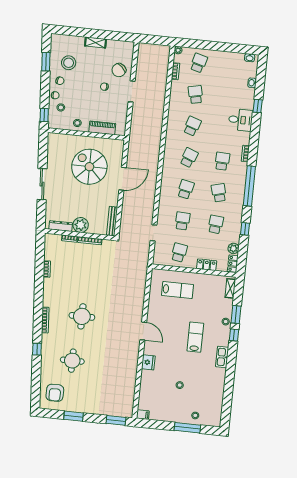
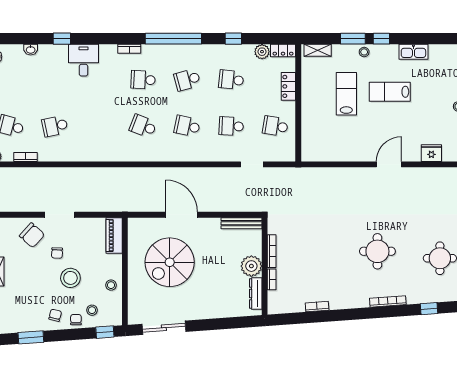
stool: (69, 63) -> (70, 278), moved
school desk: (192, 126) -> (99, 126), removed
piano: (102, 128) -> (114, 235), moved
sliding door: (42, 184) -> (164, 328), moved
lab bench: (178, 290) -> (346, 94), moved

